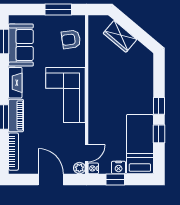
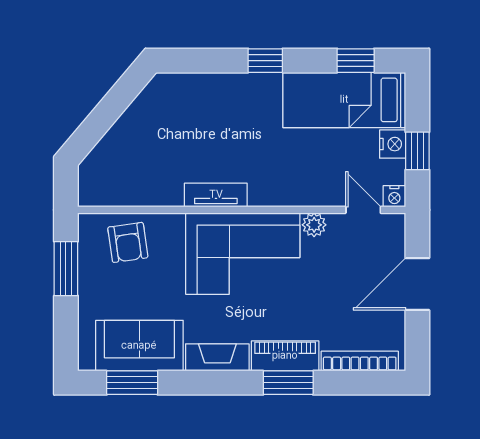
wardrobe: (120, 36) -> (121, 141), removed
tv unit: (94, 82) -> (216, 195), added
window: (159, 134) -> (356, 61), moved
plant: (79, 168) -> (314, 225), moved

